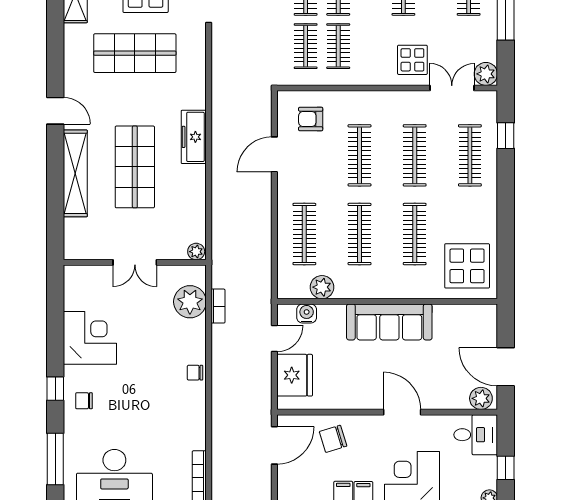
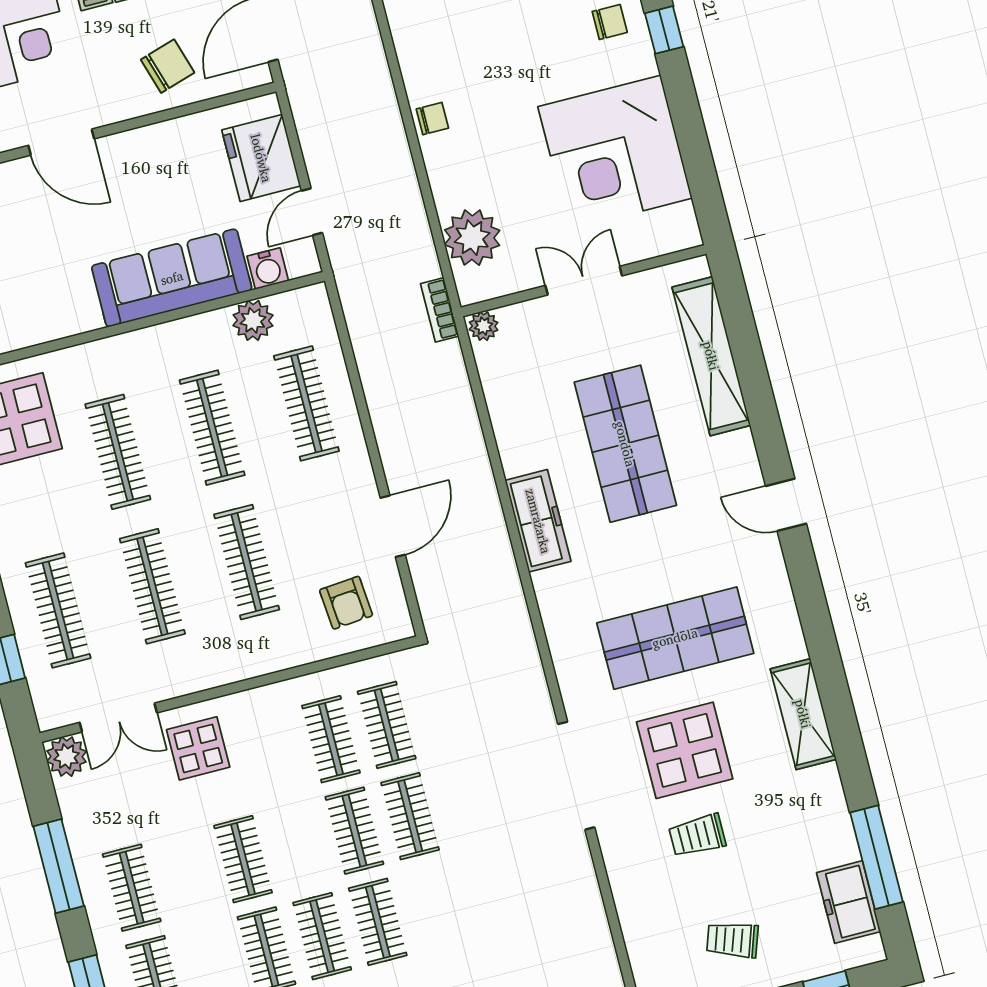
armchair: (311, 119) -> (346, 603), turned 85
shelving: (75, 173) -> (711, 356), moved
bookcase: (218, 306) -> (440, 310), moved
sofa: (389, 322) -> (172, 278), moved
corner desk: (90, 338) -> (615, 152), width x1.36, depth x1.36

